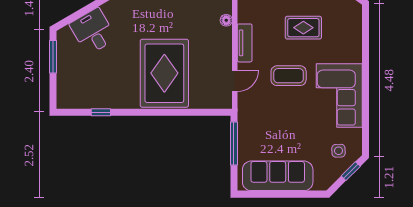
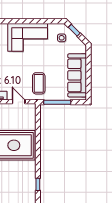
coffee table: (289, 76) -> (39, 83), moved

